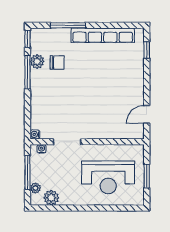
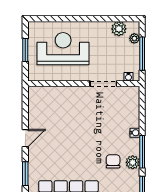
window: (147, 50) -> (25, 174), width x1.50
chair: (57, 63) -> (113, 161), turned 90
door: (147, 114) -> (25, 138), moved
water cooler: (35, 134) -> (135, 133), moved

